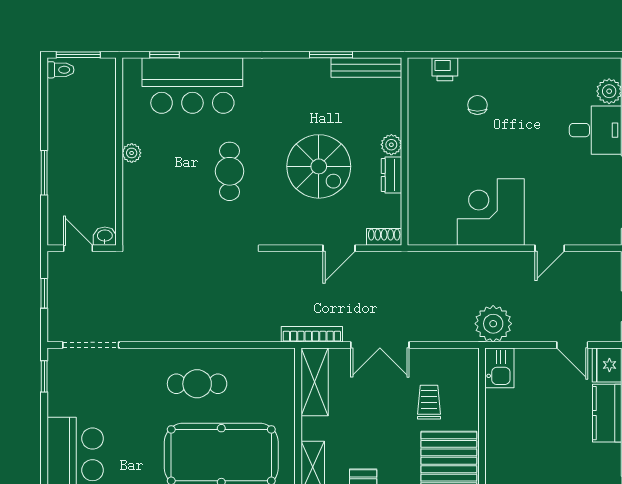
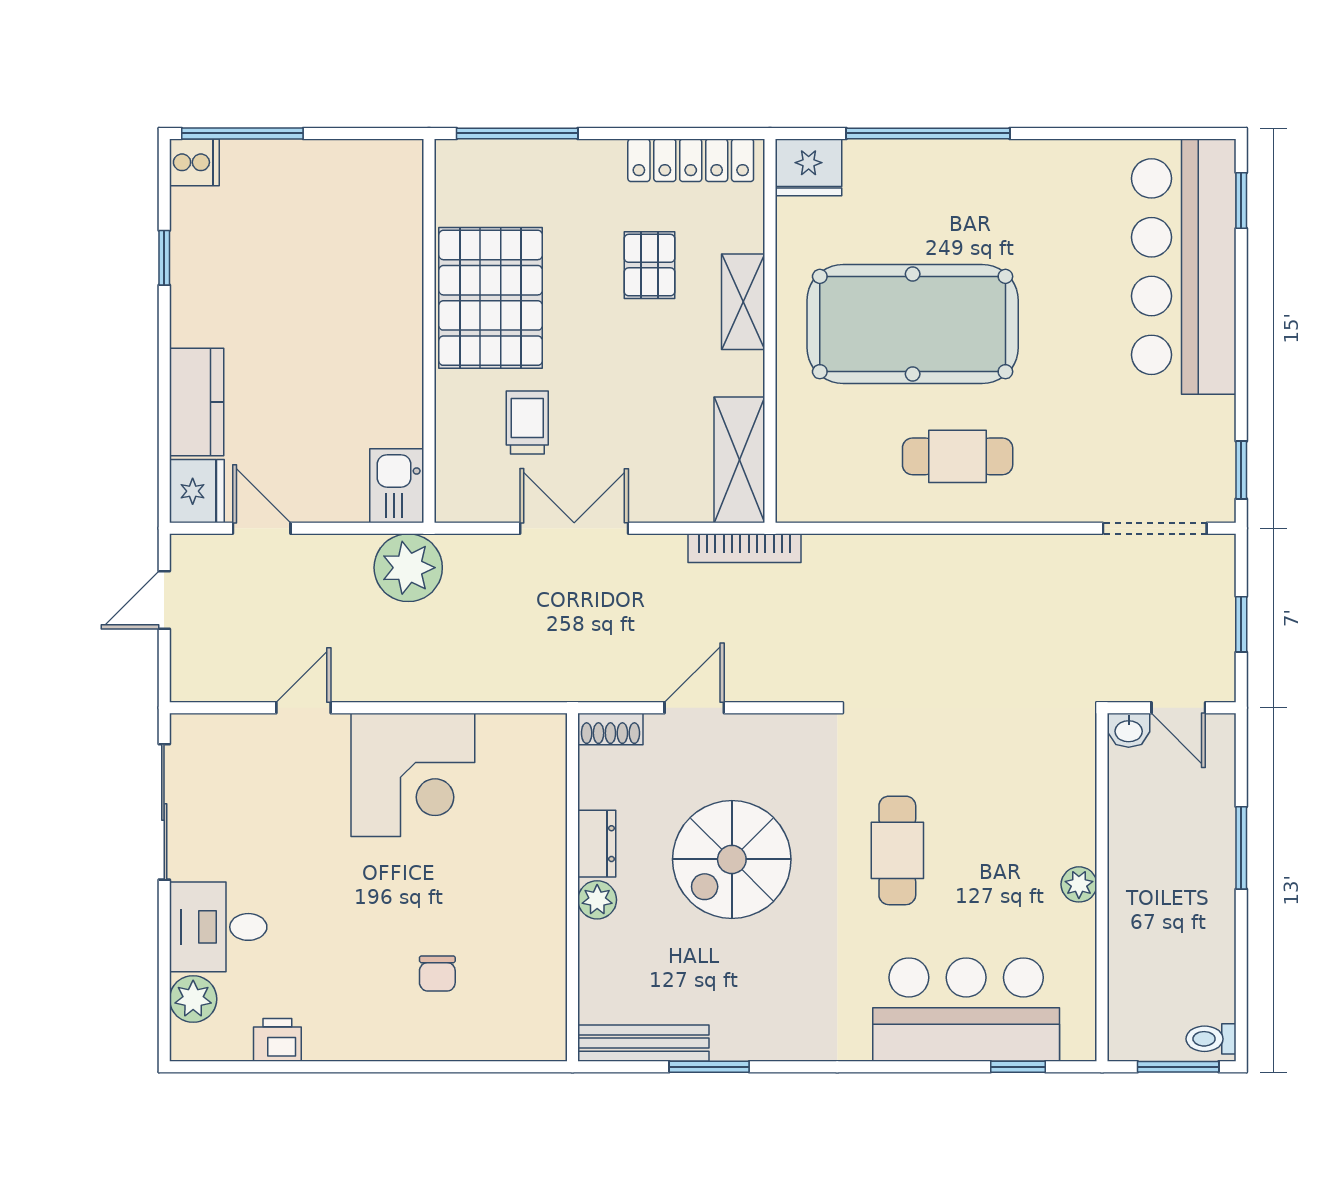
printer: (445, 69) -> (277, 1040), moved
spiral stairs: (319, 166) -> (732, 859), turned -90
double door: (380, 345) -> (574, 528), moved
trolley: (429, 402) -> (527, 422), turned 180

